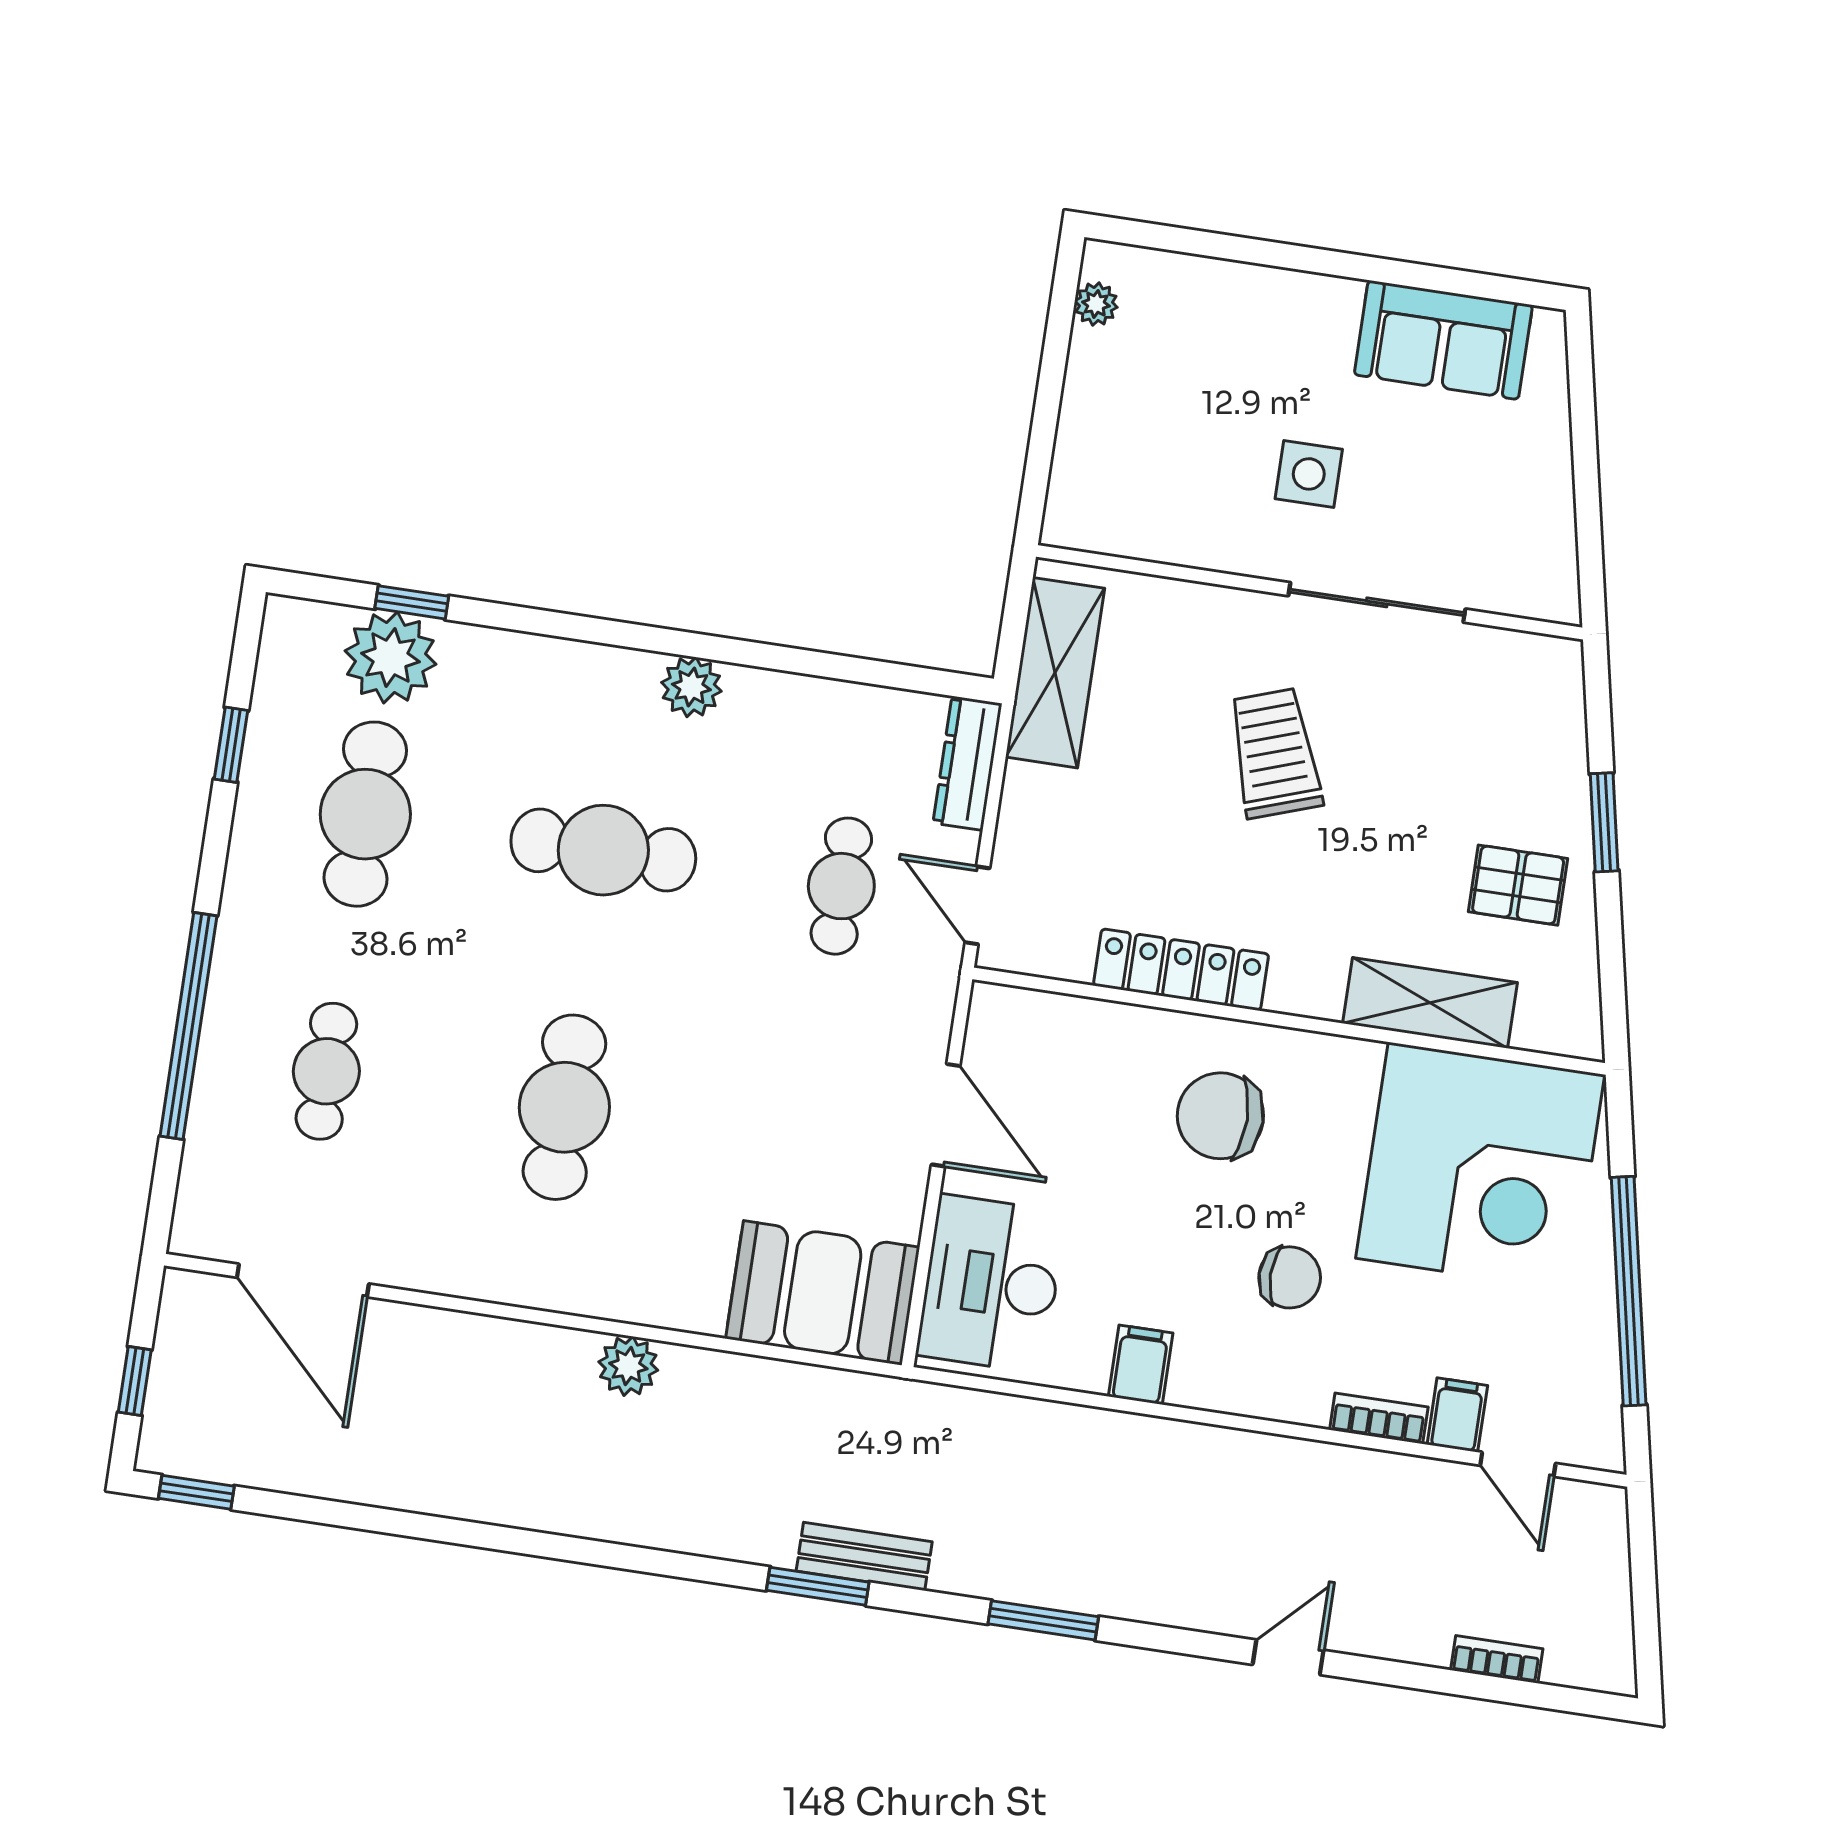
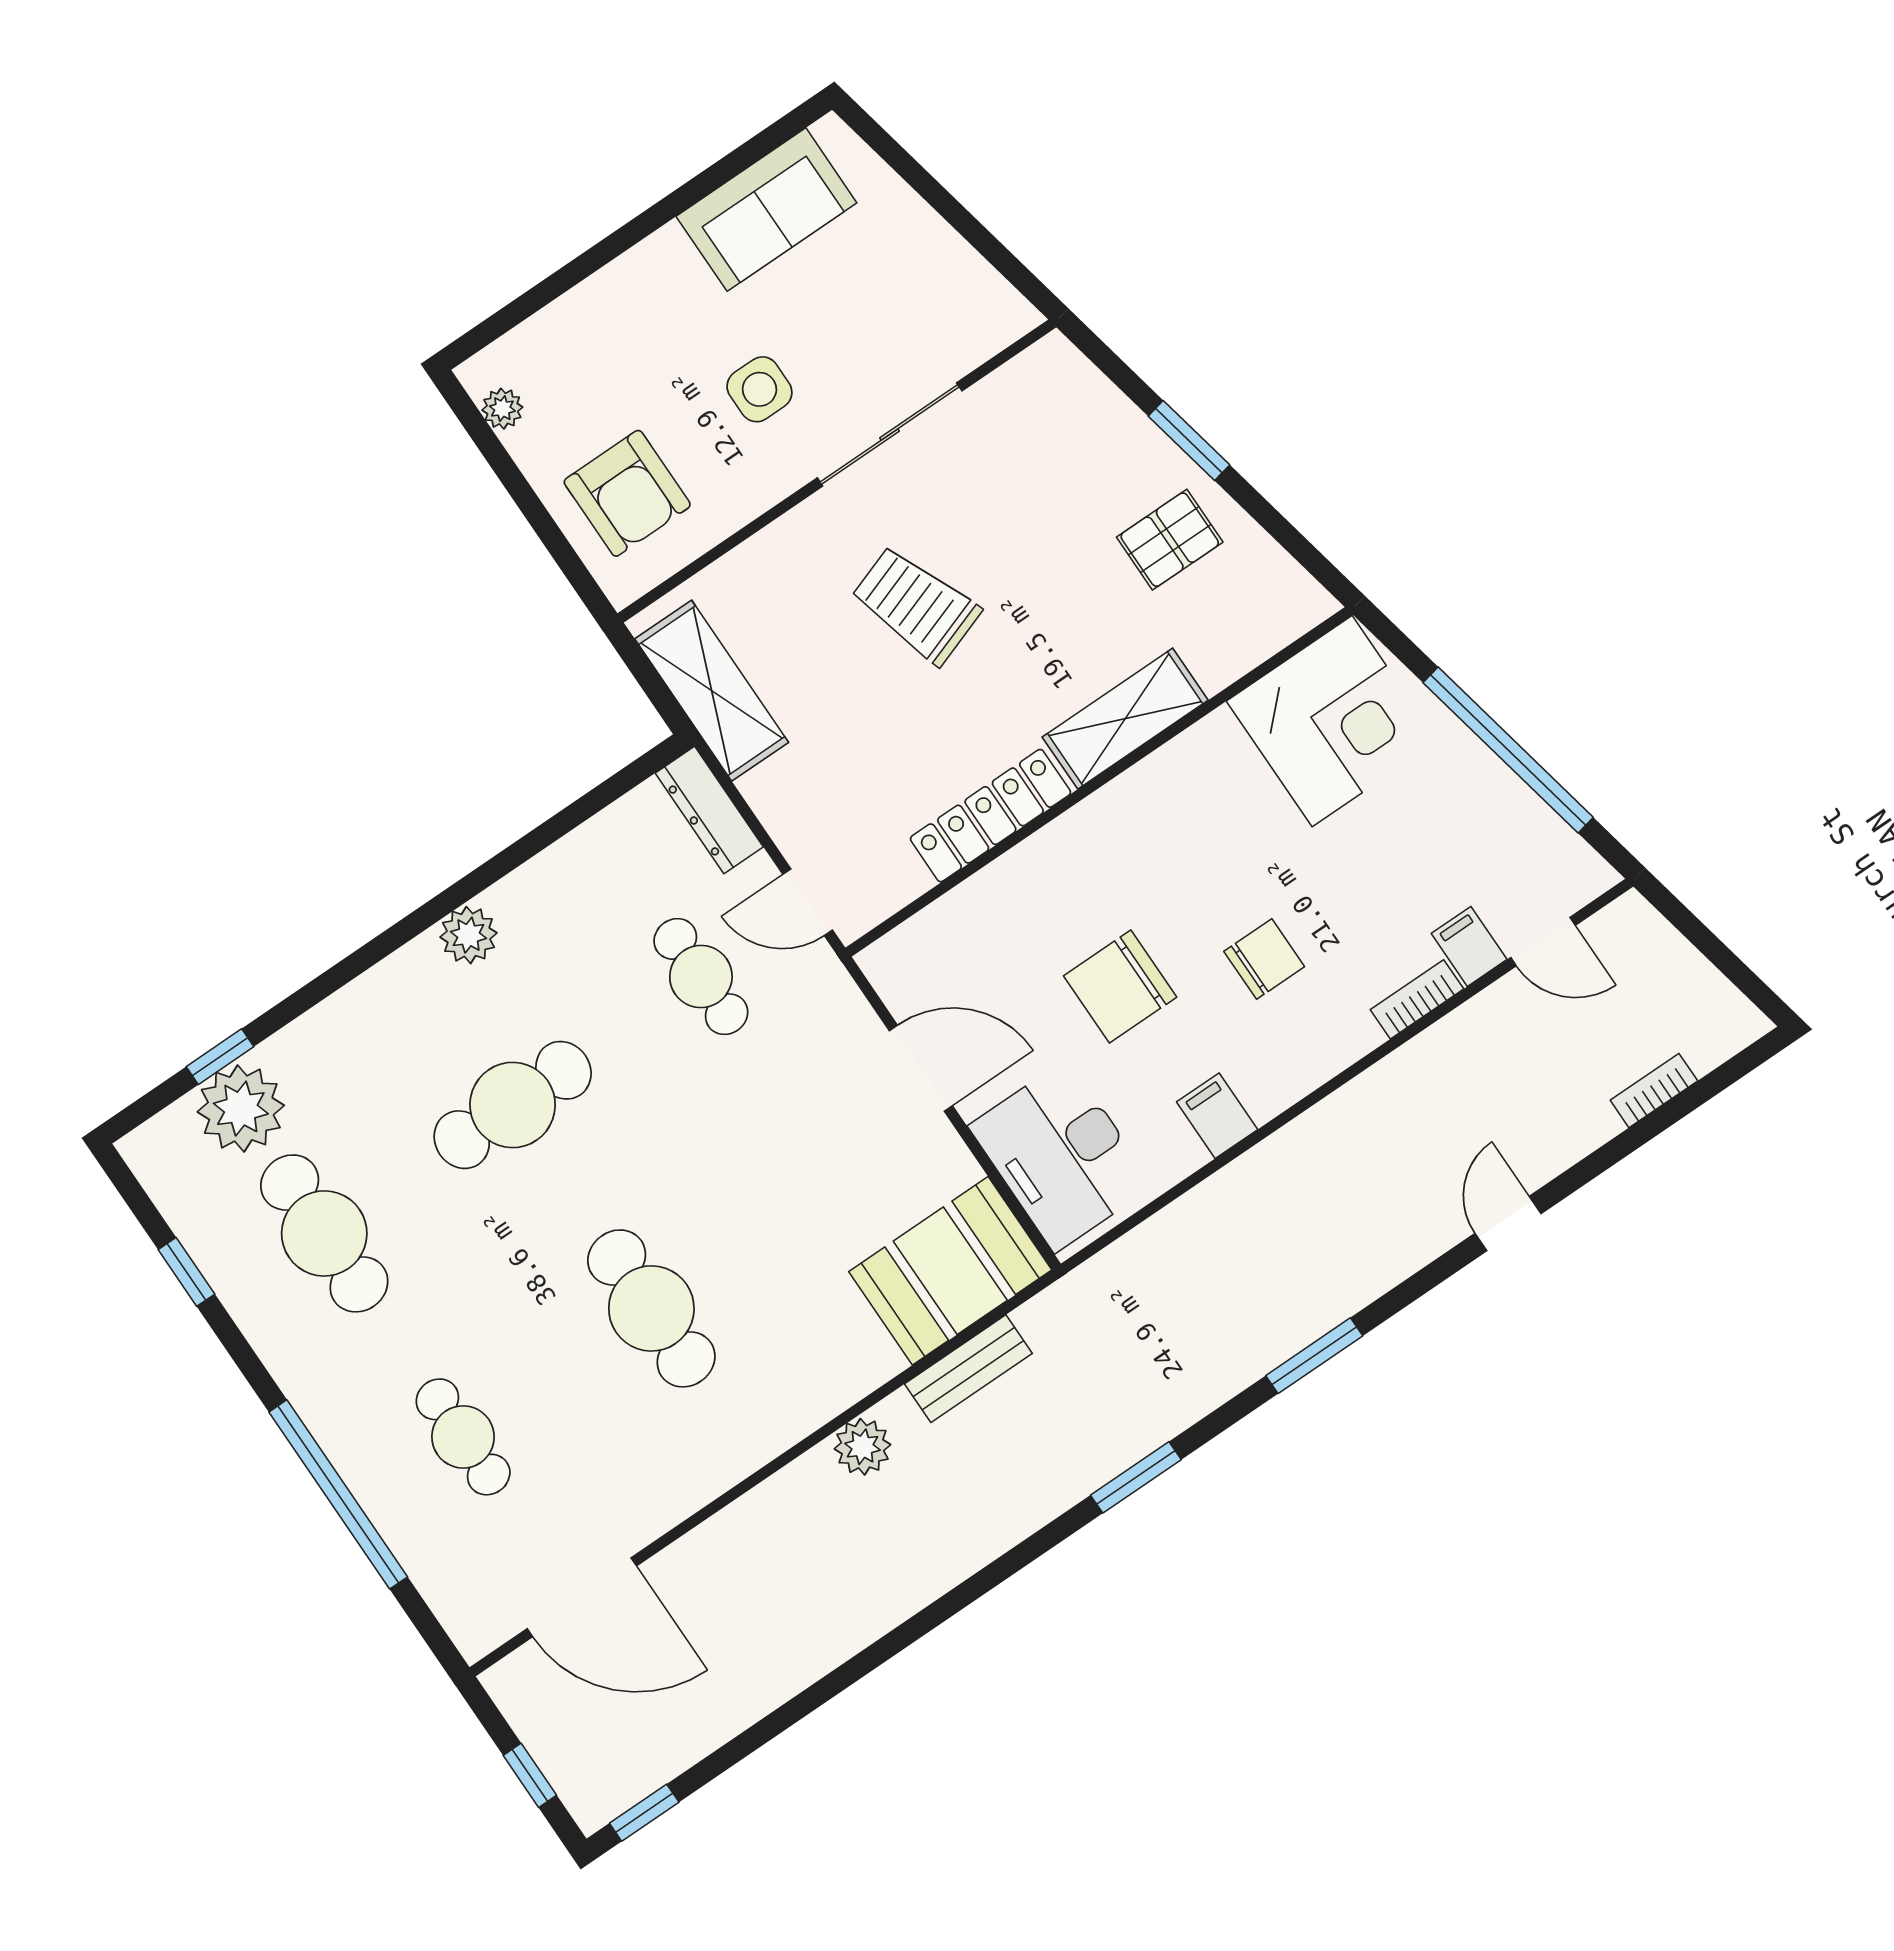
armchair: (1132, 459) -> (627, 493), added
shelving: (1430, 1003) -> (1125, 719), moved
chair: (1220, 1116) -> (1120, 986), moved
corner desk: (1480, 1166) -> (1332, 721), width x0.74, depth x0.74
bench: (864, 1556) -> (968, 1369), moved

